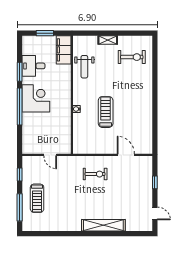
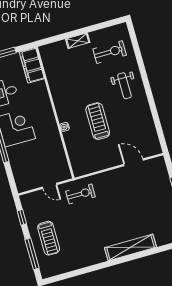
weight bench: (84, 67) -> (124, 86), moved
exercise bike: (95, 174) -> (81, 194), moved

